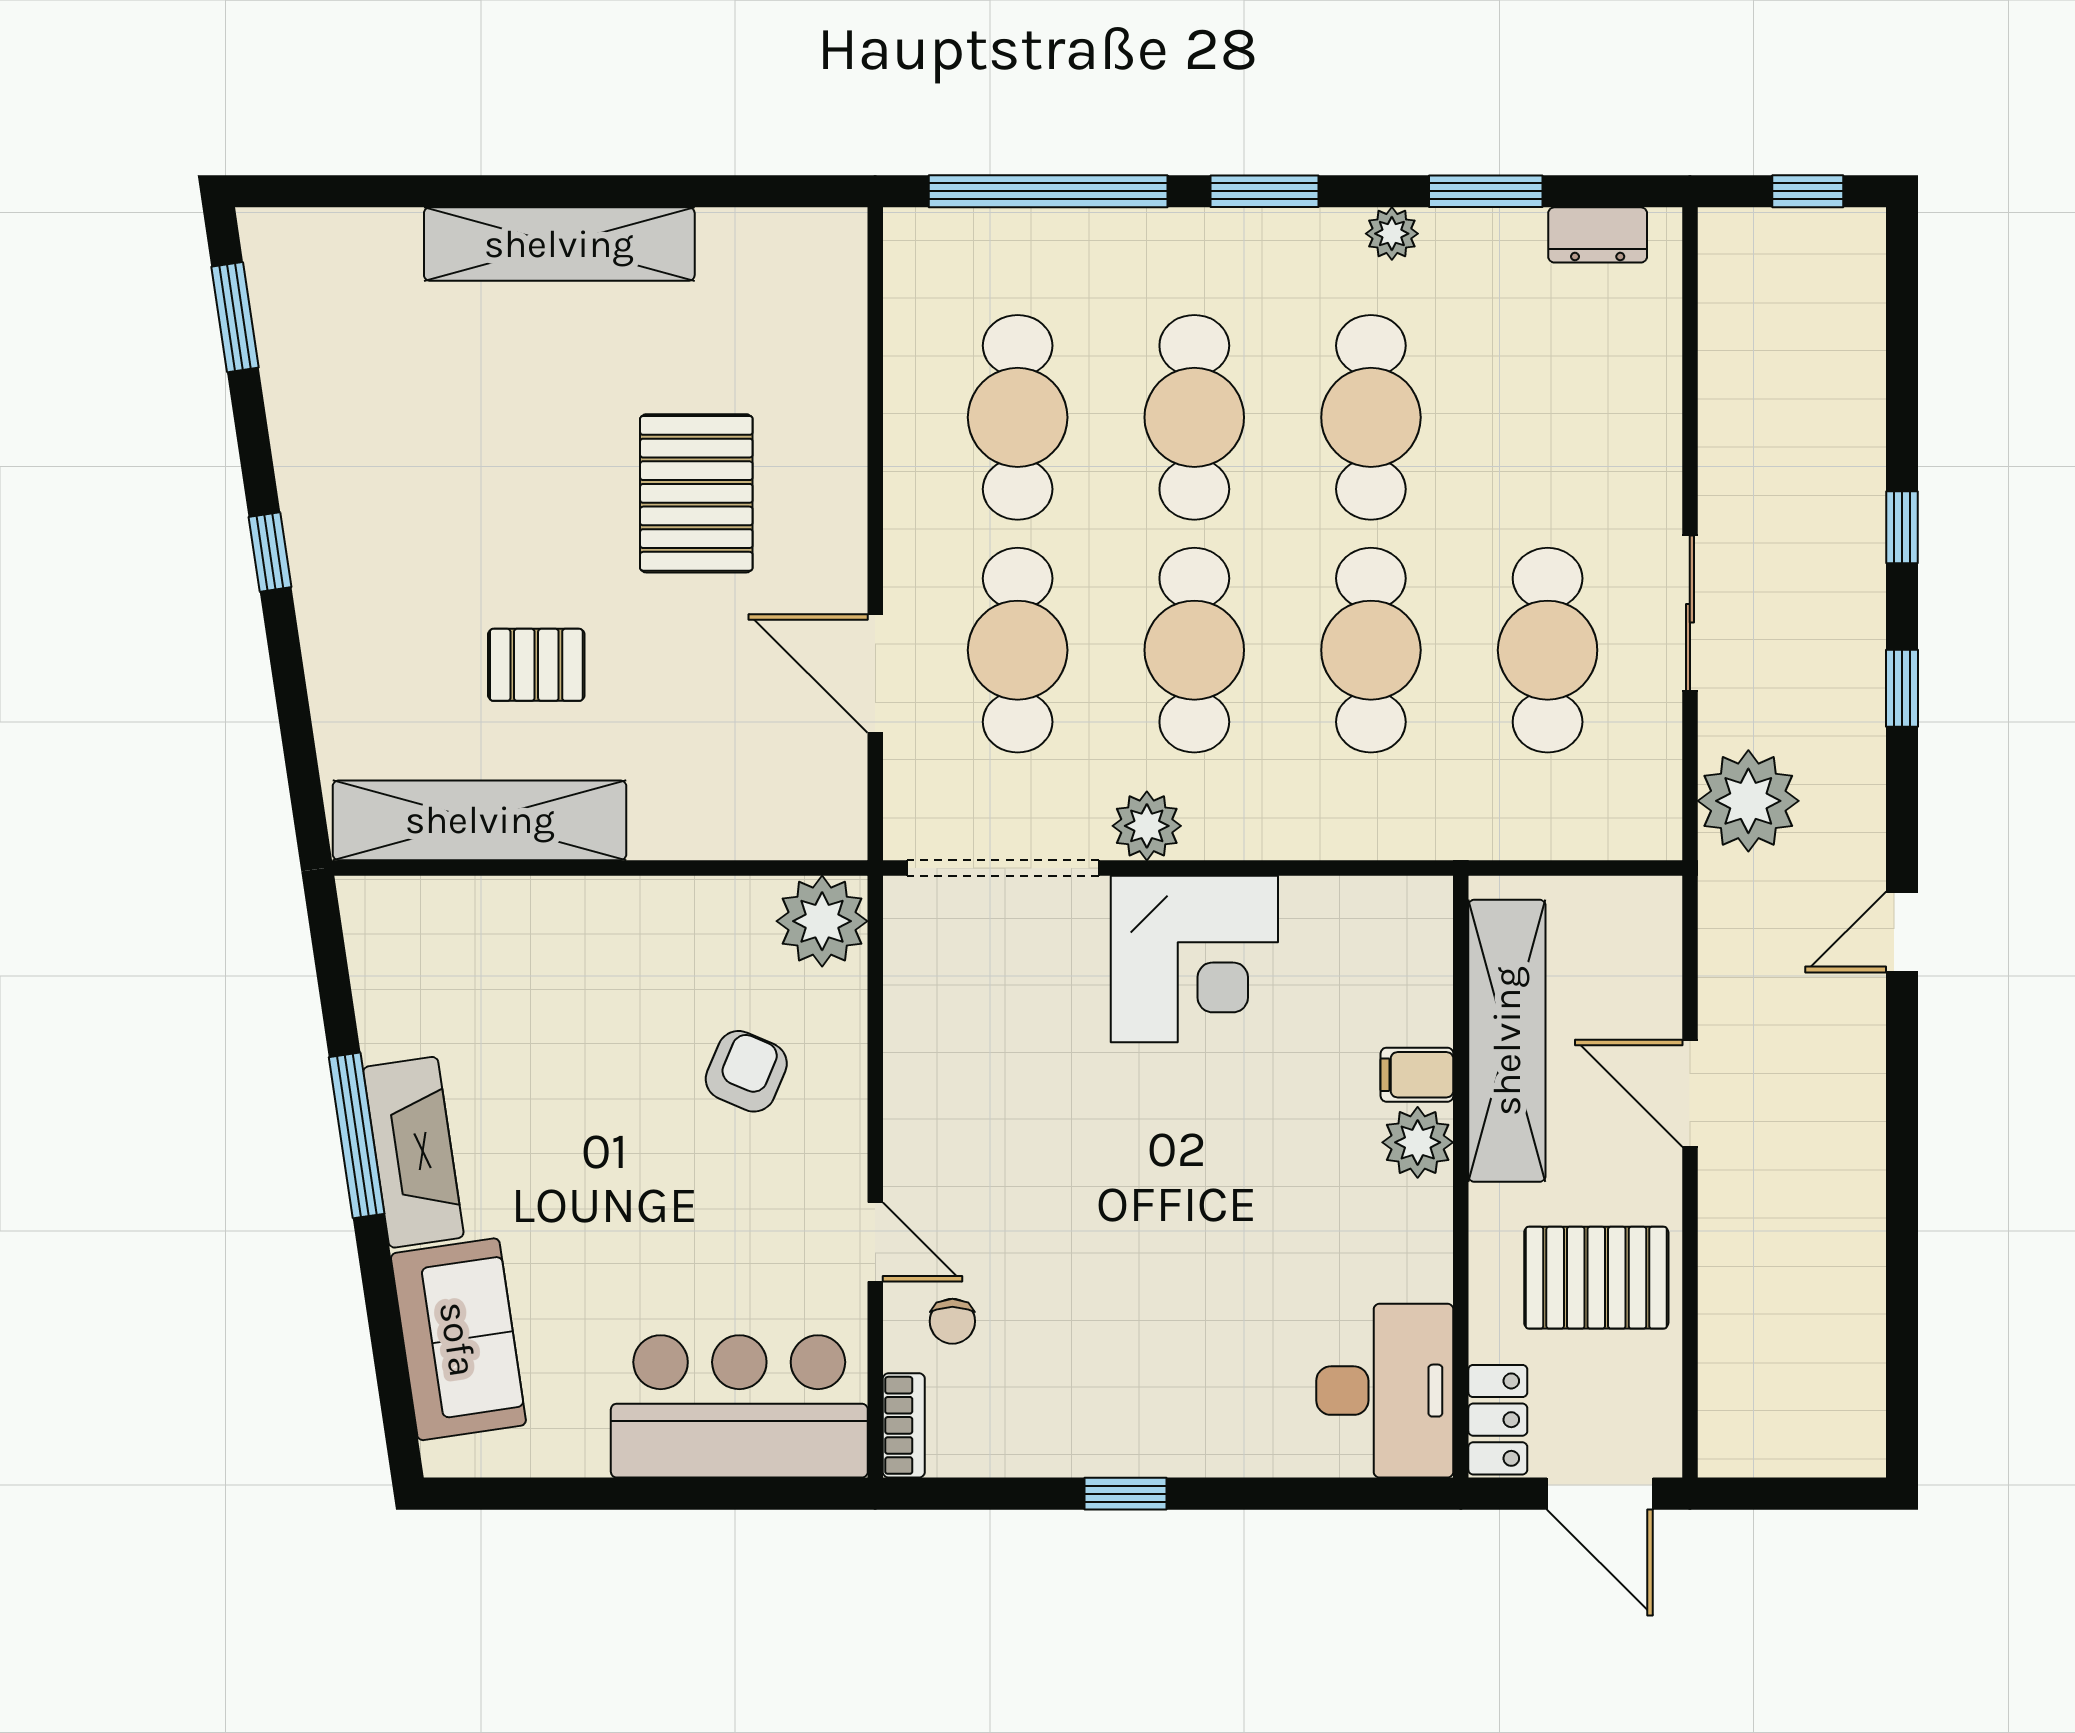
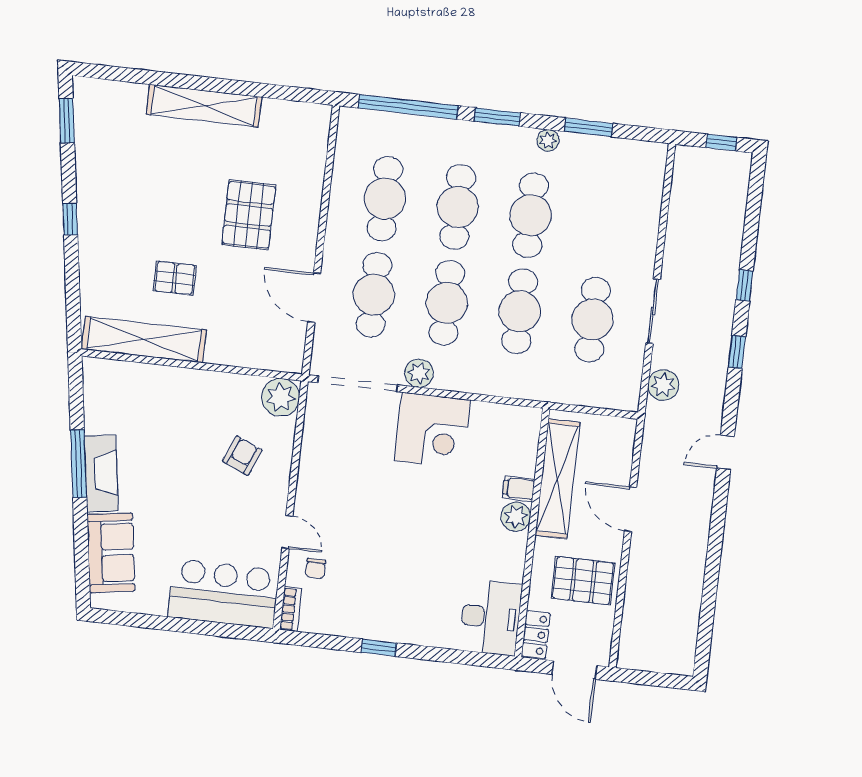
dresser: (1598, 235) -> (633, 151), removed
plant: (1748, 801) -> (663, 385), width x0.73, depth x0.73

